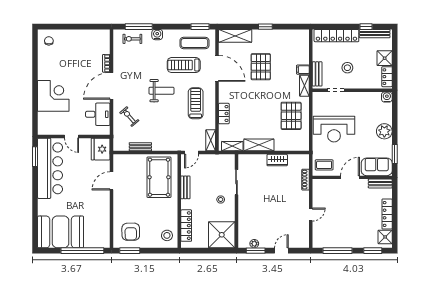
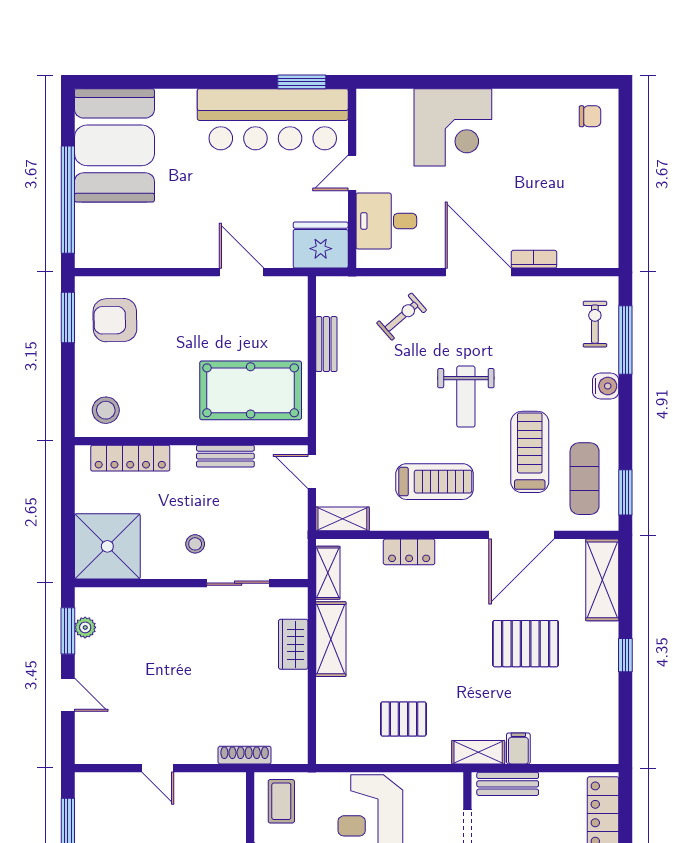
desk: (98, 114) -> (386, 221), moved, turned 90
pallet: (291, 116) -> (403, 719), width x0.67, depth x0.71
wardrobe: (277, 160) -> (293, 644), moved

